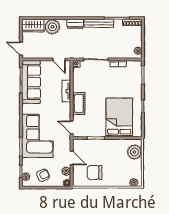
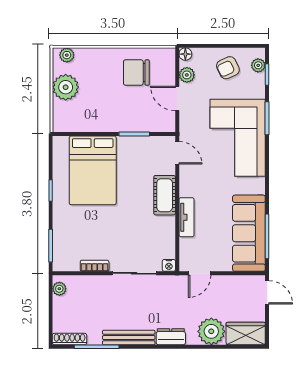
door: (59, 59) -> (200, 273), swing flipped
plant: (134, 152) -> (66, 87), moved
chair: (95, 173) -> (136, 73), turned 180

